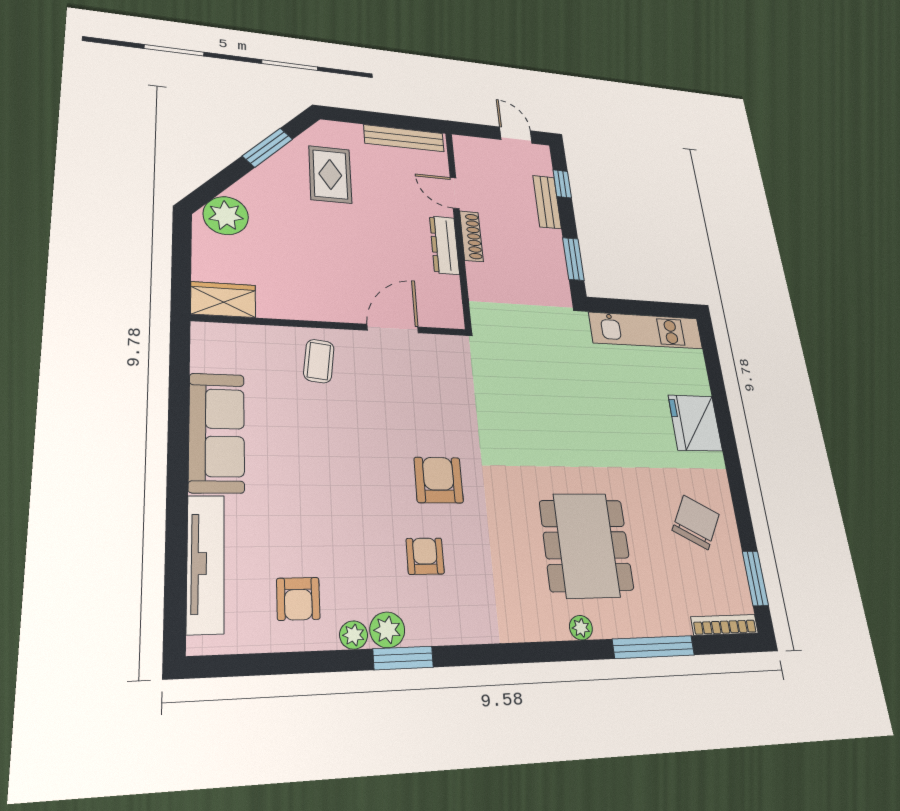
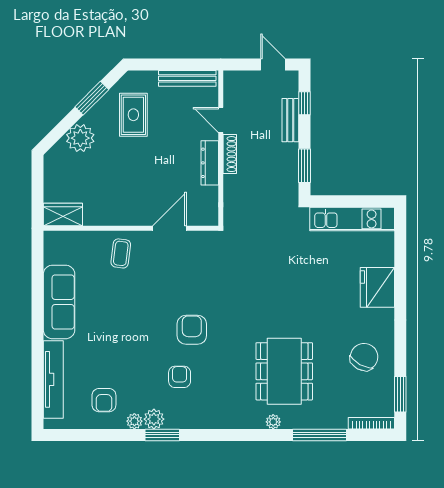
plant: (226, 216) -> (80, 138), moved

